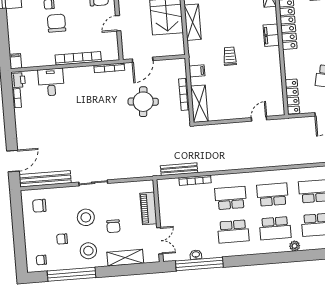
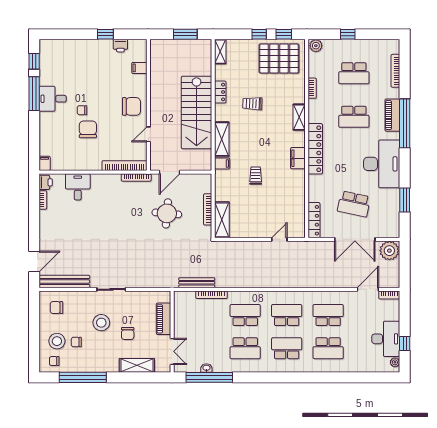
bookcase: (78, 58) -> (125, 166), moved
filing cabinet: (197, 71) -> (222, 163), moved
school desk: (275, 228) -> (287, 348), turned 180
plant: (295, 246) -> (304, 367), removed
stool: (88, 251) -> (57, 341), moved

